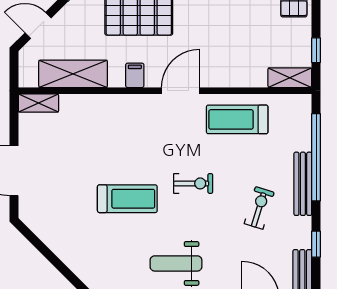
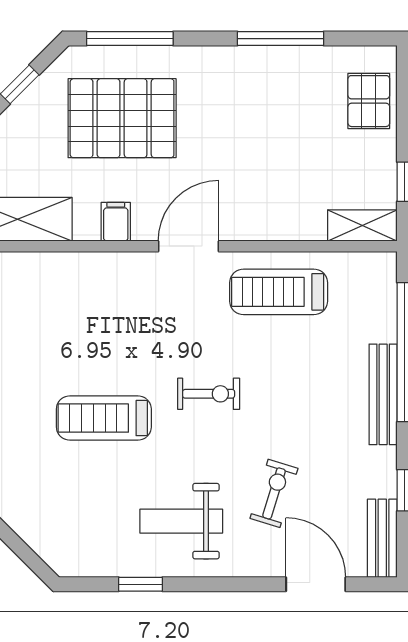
treadmill: (127, 199) -> (104, 418), turned 180
exercise bike: (259, 208) -> (274, 493), moved

